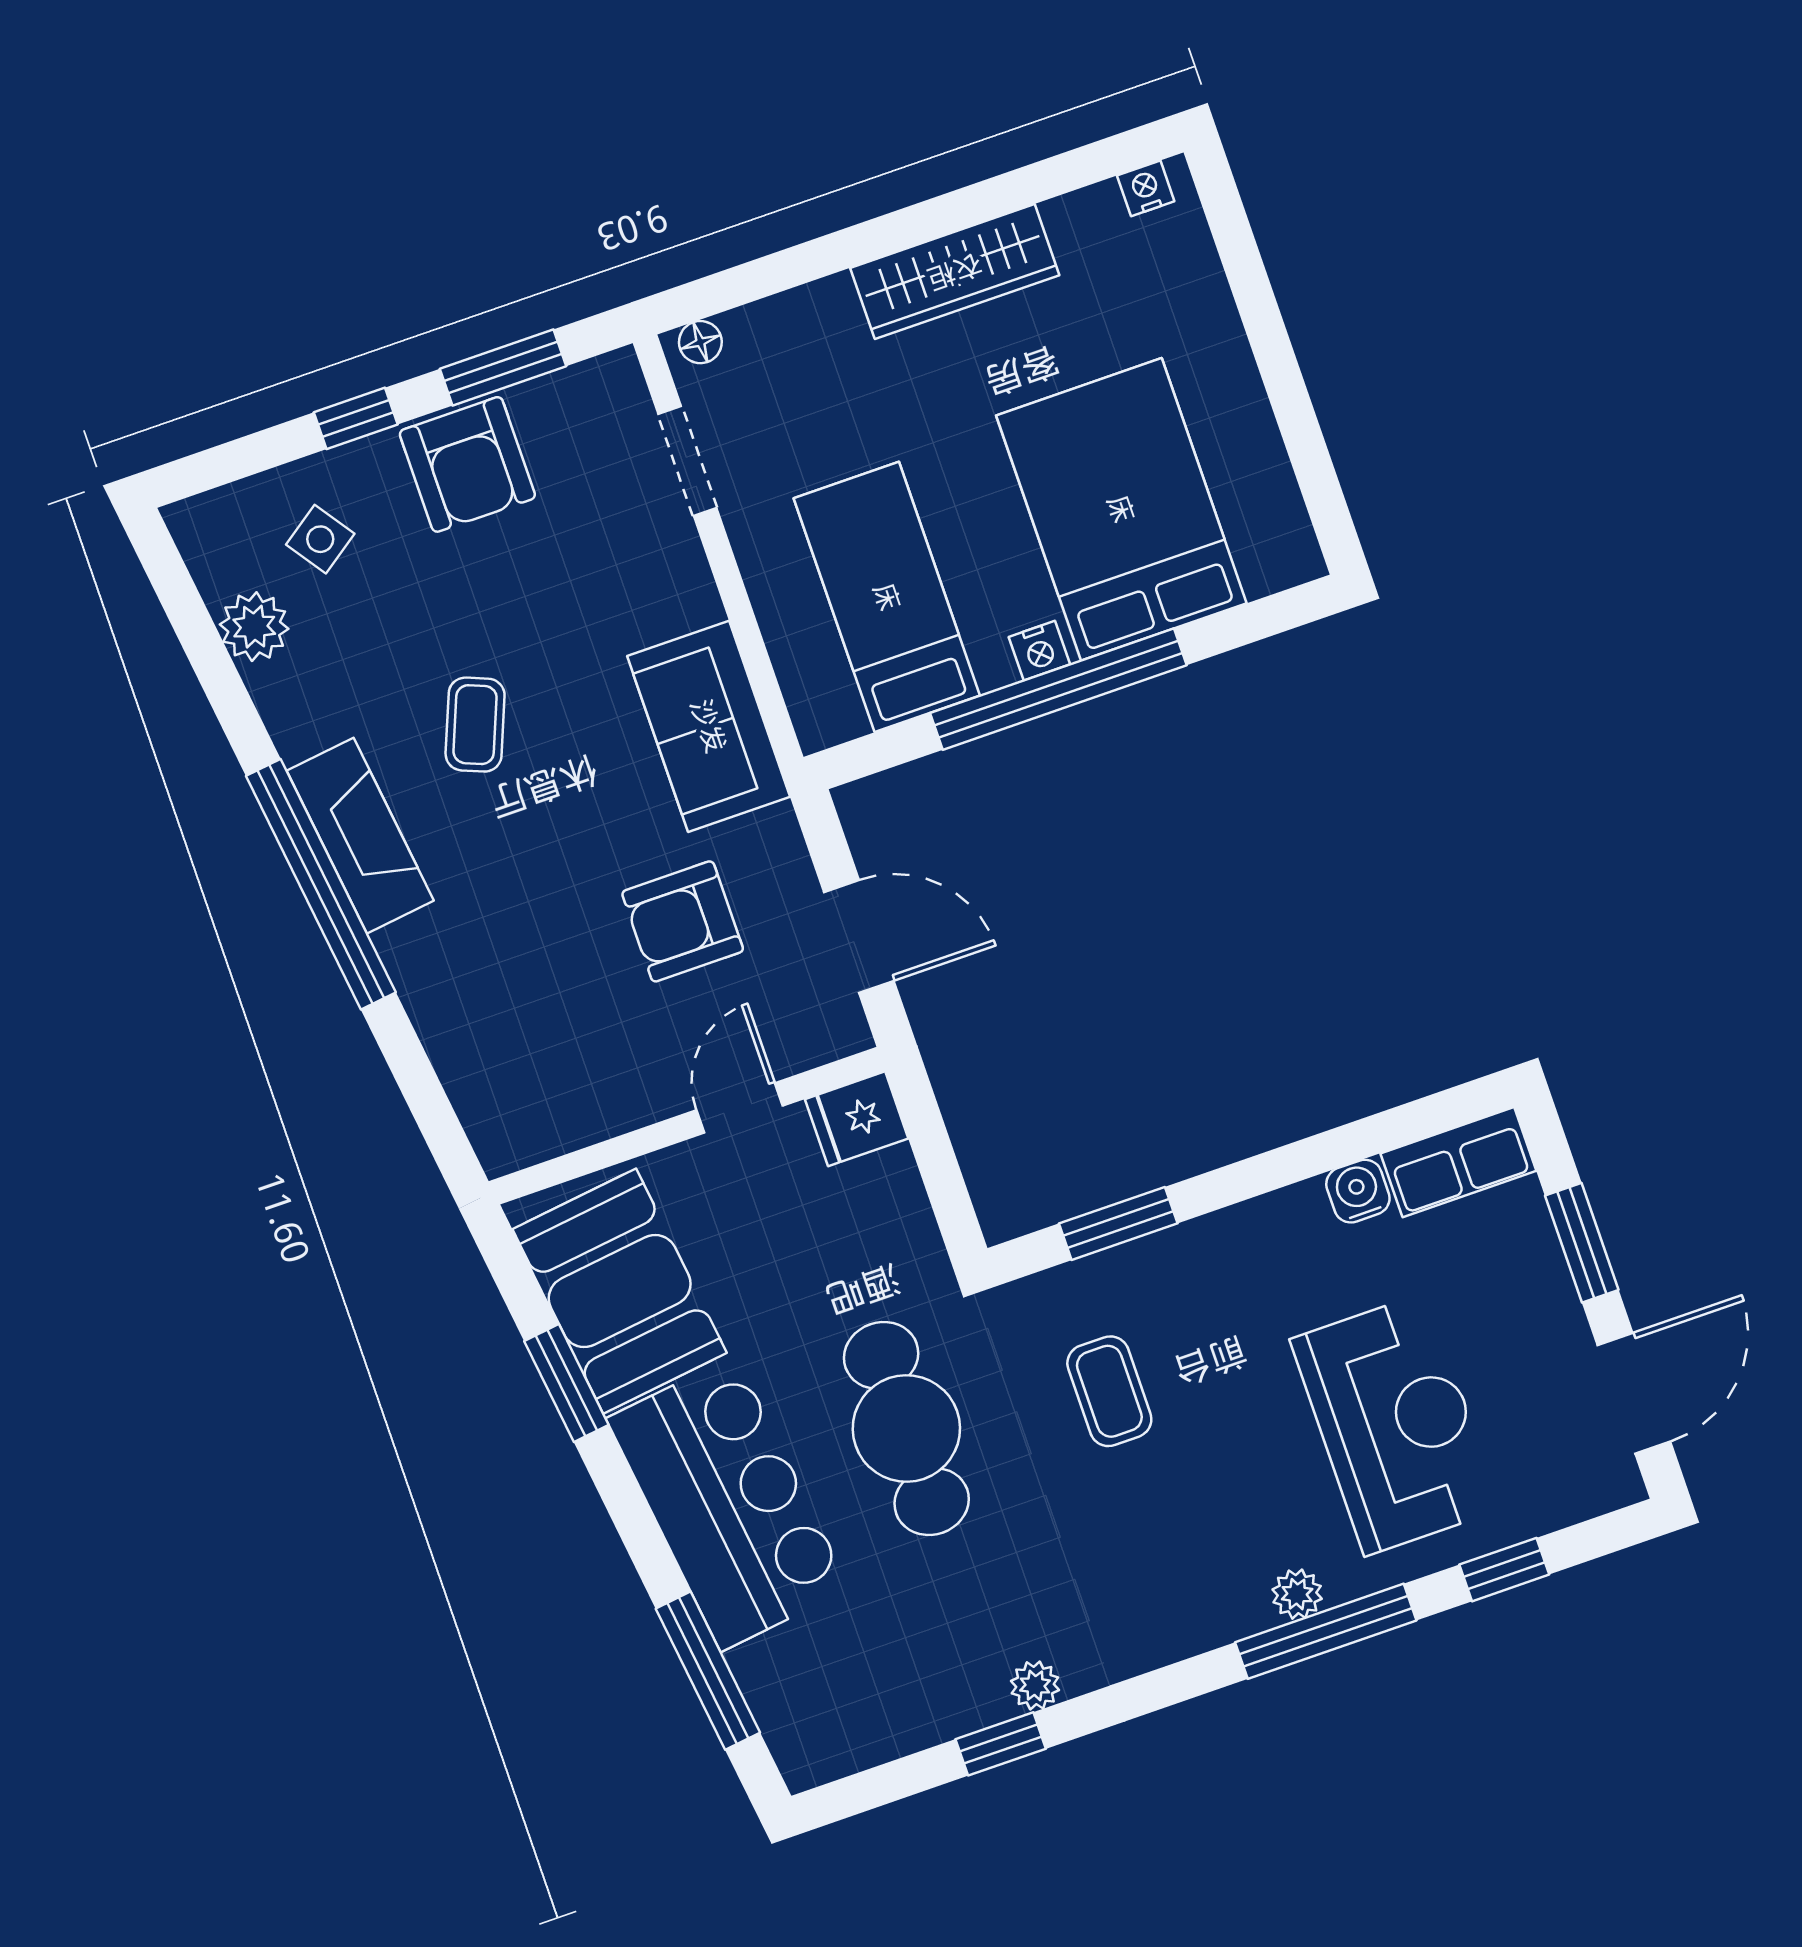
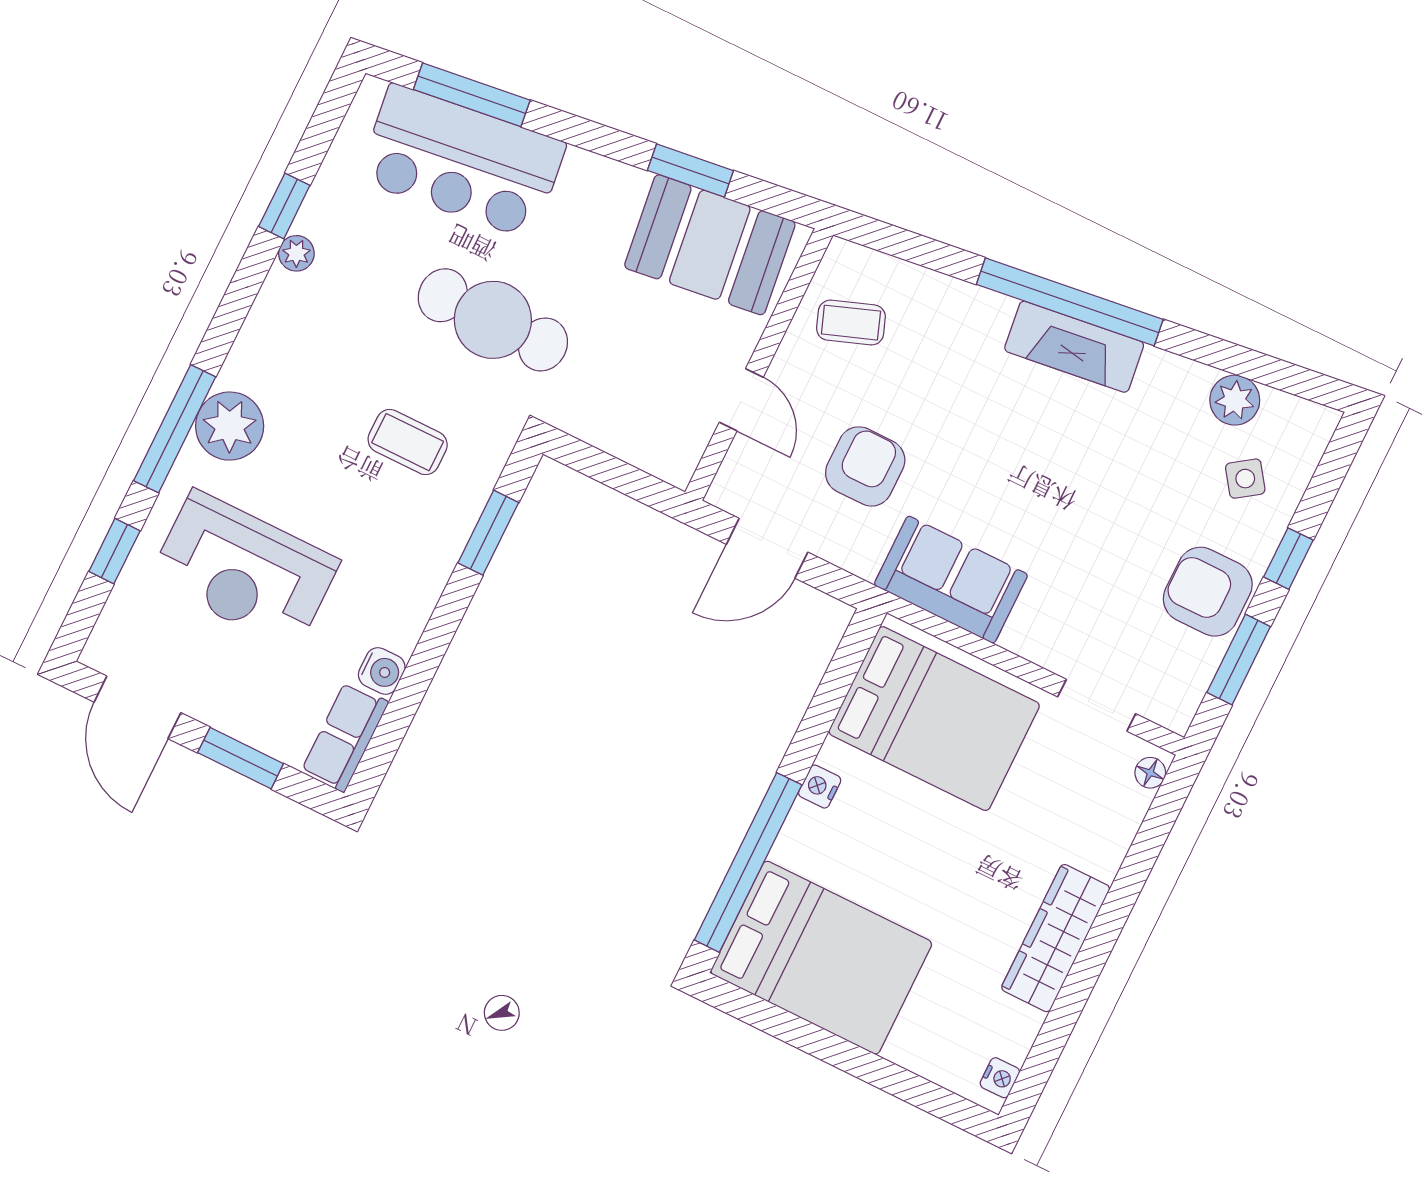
bed: (1121, 509) -> (821, 958), moved
bed: (887, 597) -> (934, 719), width x1.50
window: (1058, 689) -> (748, 862), moved
coffee table: (475, 725) -> (851, 323), moved, turned -42
fridge: (857, 1119) -> (676, 453), removed
bar counter: (728, 1503) -> (462, 162), moved
plant: (1297, 1594) -> (230, 426), width x1.87, depth x1.87

